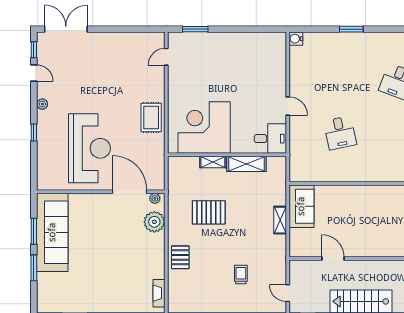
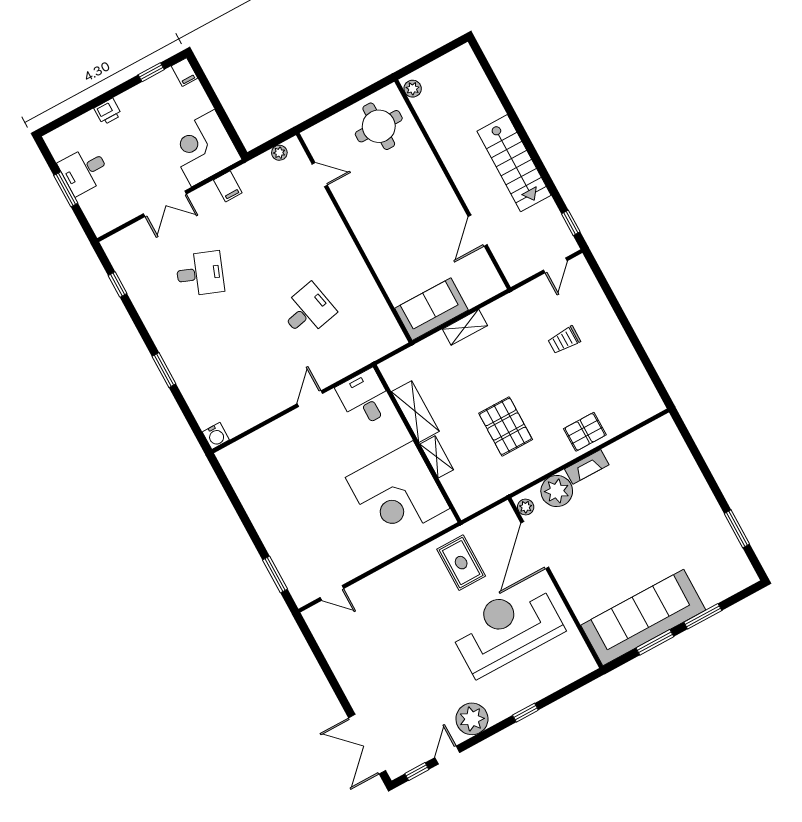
plant: (42, 104) -> (472, 719), width x1.88, depth x1.88
rug: (151, 117) -> (461, 563), moved, turned 90
fireplace: (159, 293) -> (587, 467), moved

